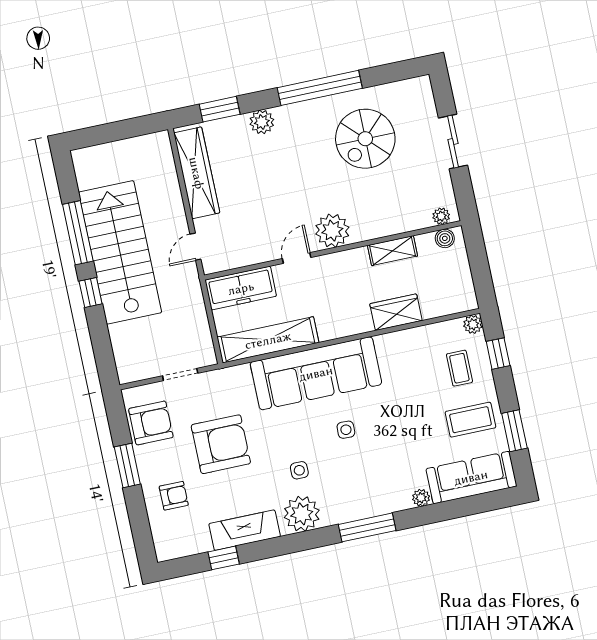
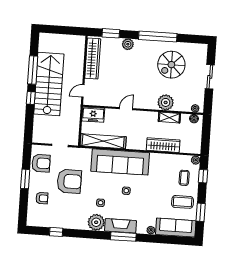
plant: (332, 231) -> (166, 102), moved
freezer: (241, 288) -> (93, 115), width x0.71
wardrobe: (396, 312) -> (163, 145), width x1.50
fireplace: (245, 530) -> (121, 226), moved

